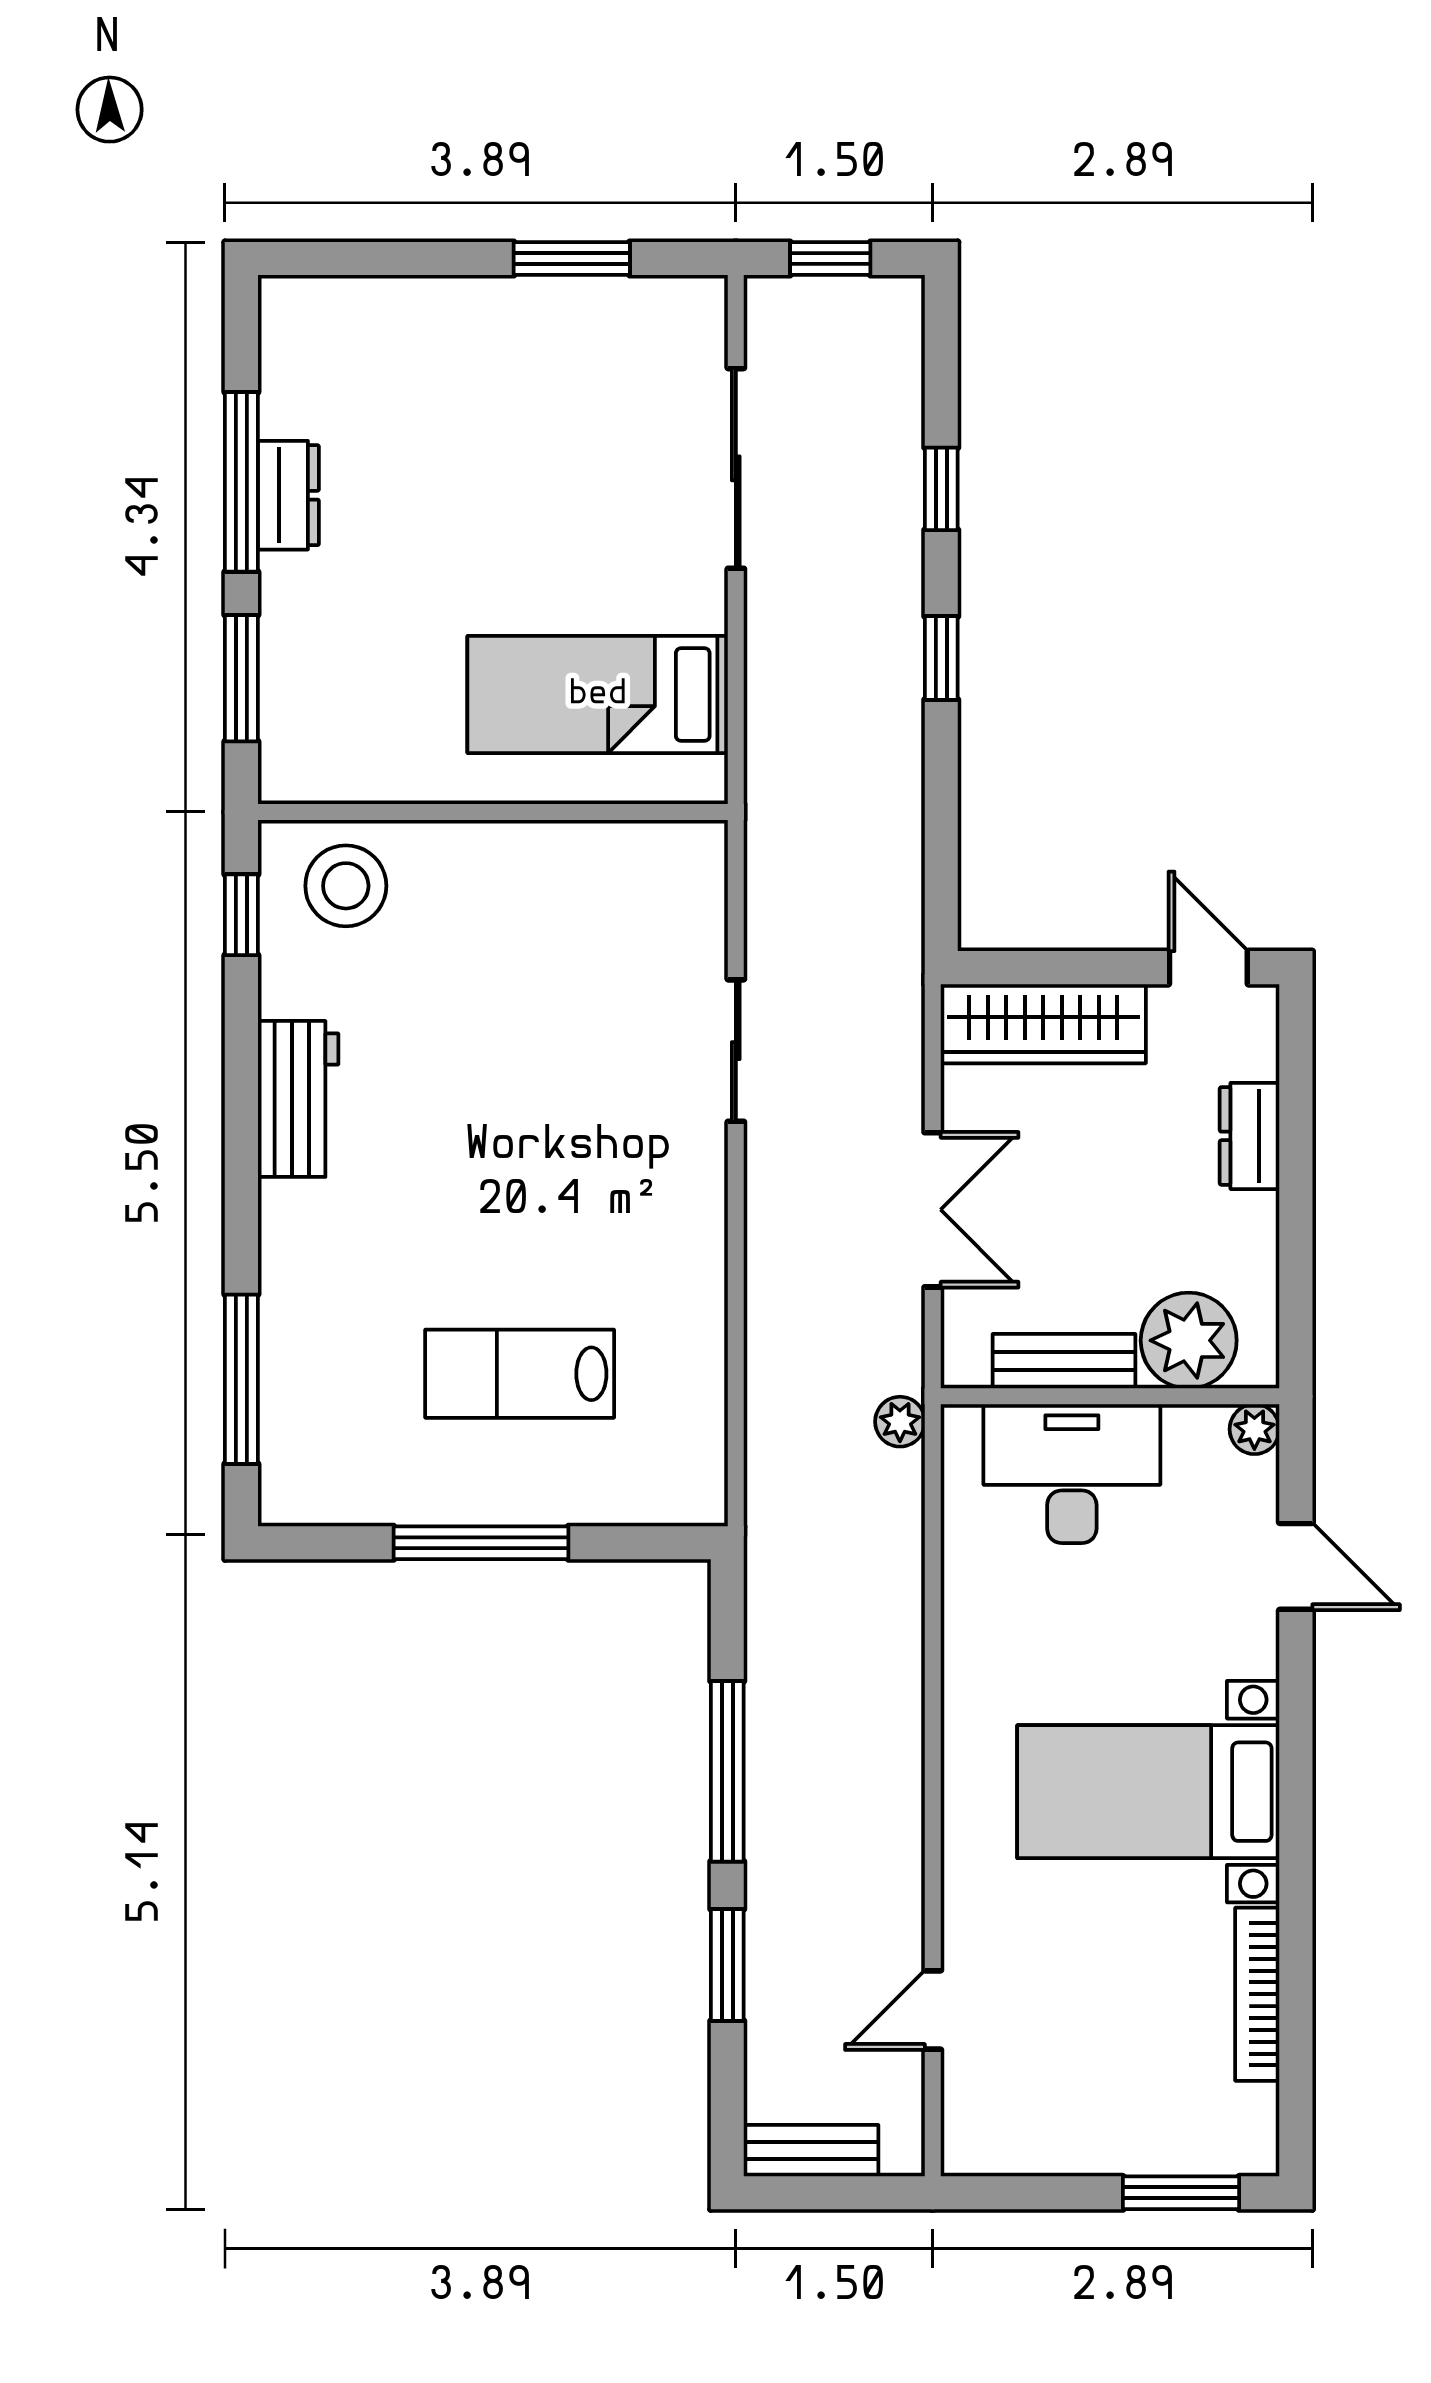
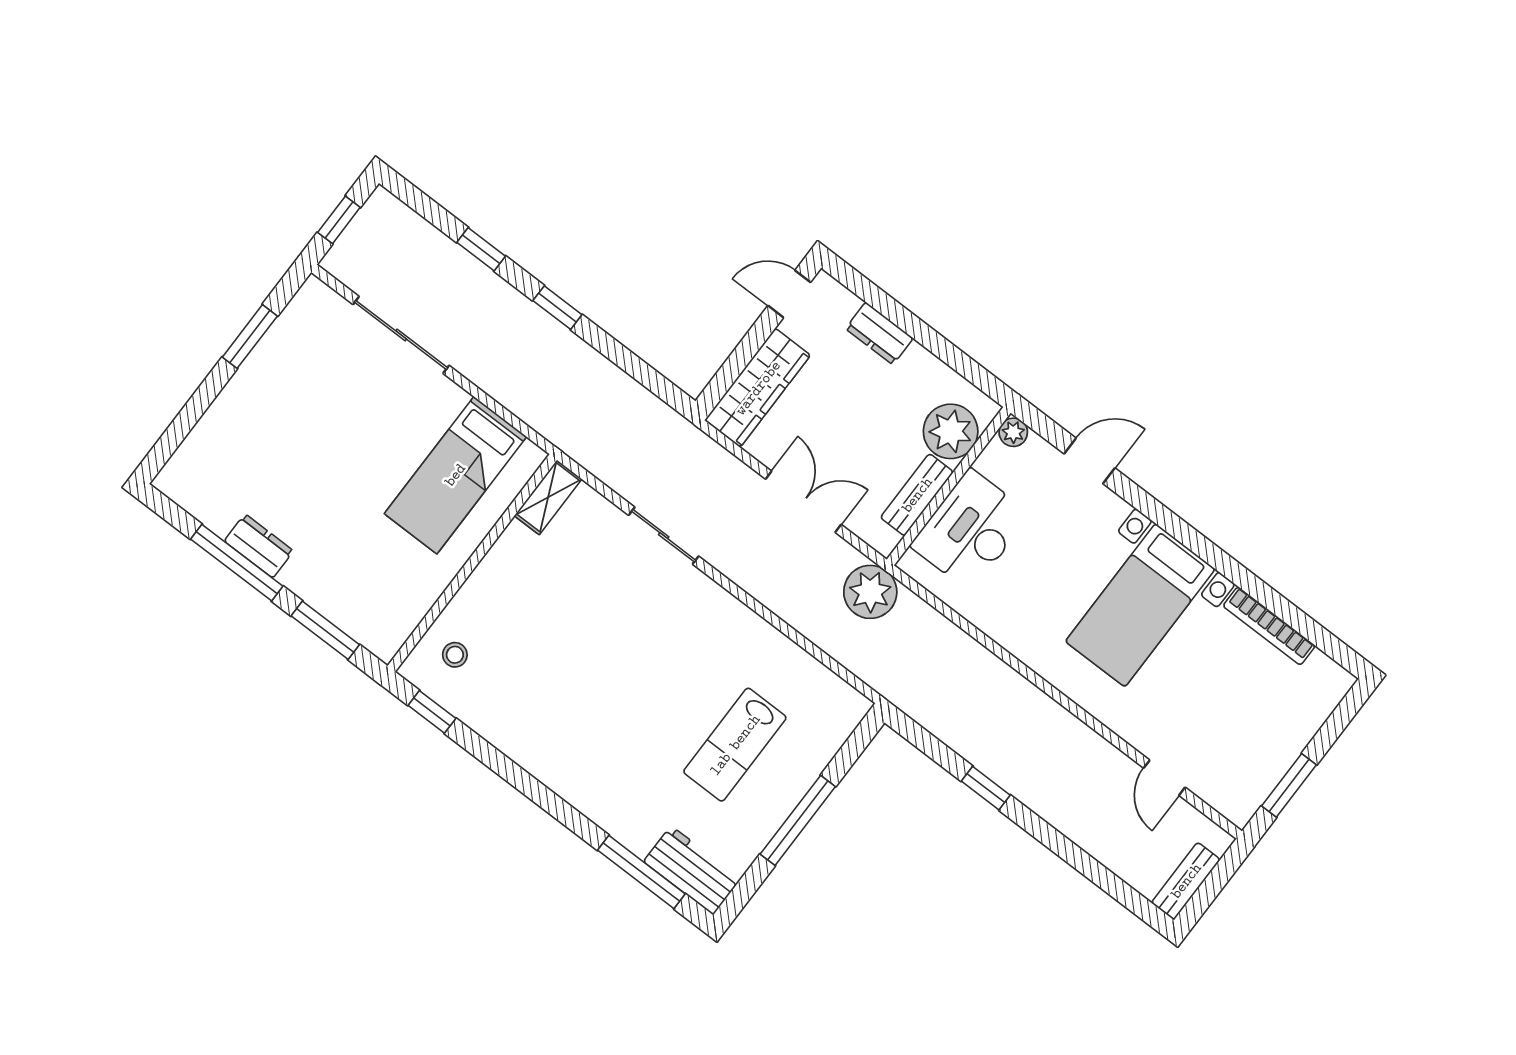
shelving: (666, 848) -> (548, 497), added
stool: (346, 886) -> (455, 655), width x0.53, depth x0.53
workbench: (298, 1099) -> (692, 870), moved
plant: (900, 1422) -> (870, 592), width x1.88, depth x1.88
window: (727, 1771) -> (986, 788), width x0.46
window: (727, 1965) -> (1073, 855), removed
window: (1181, 2193) -> (1289, 785), moved

